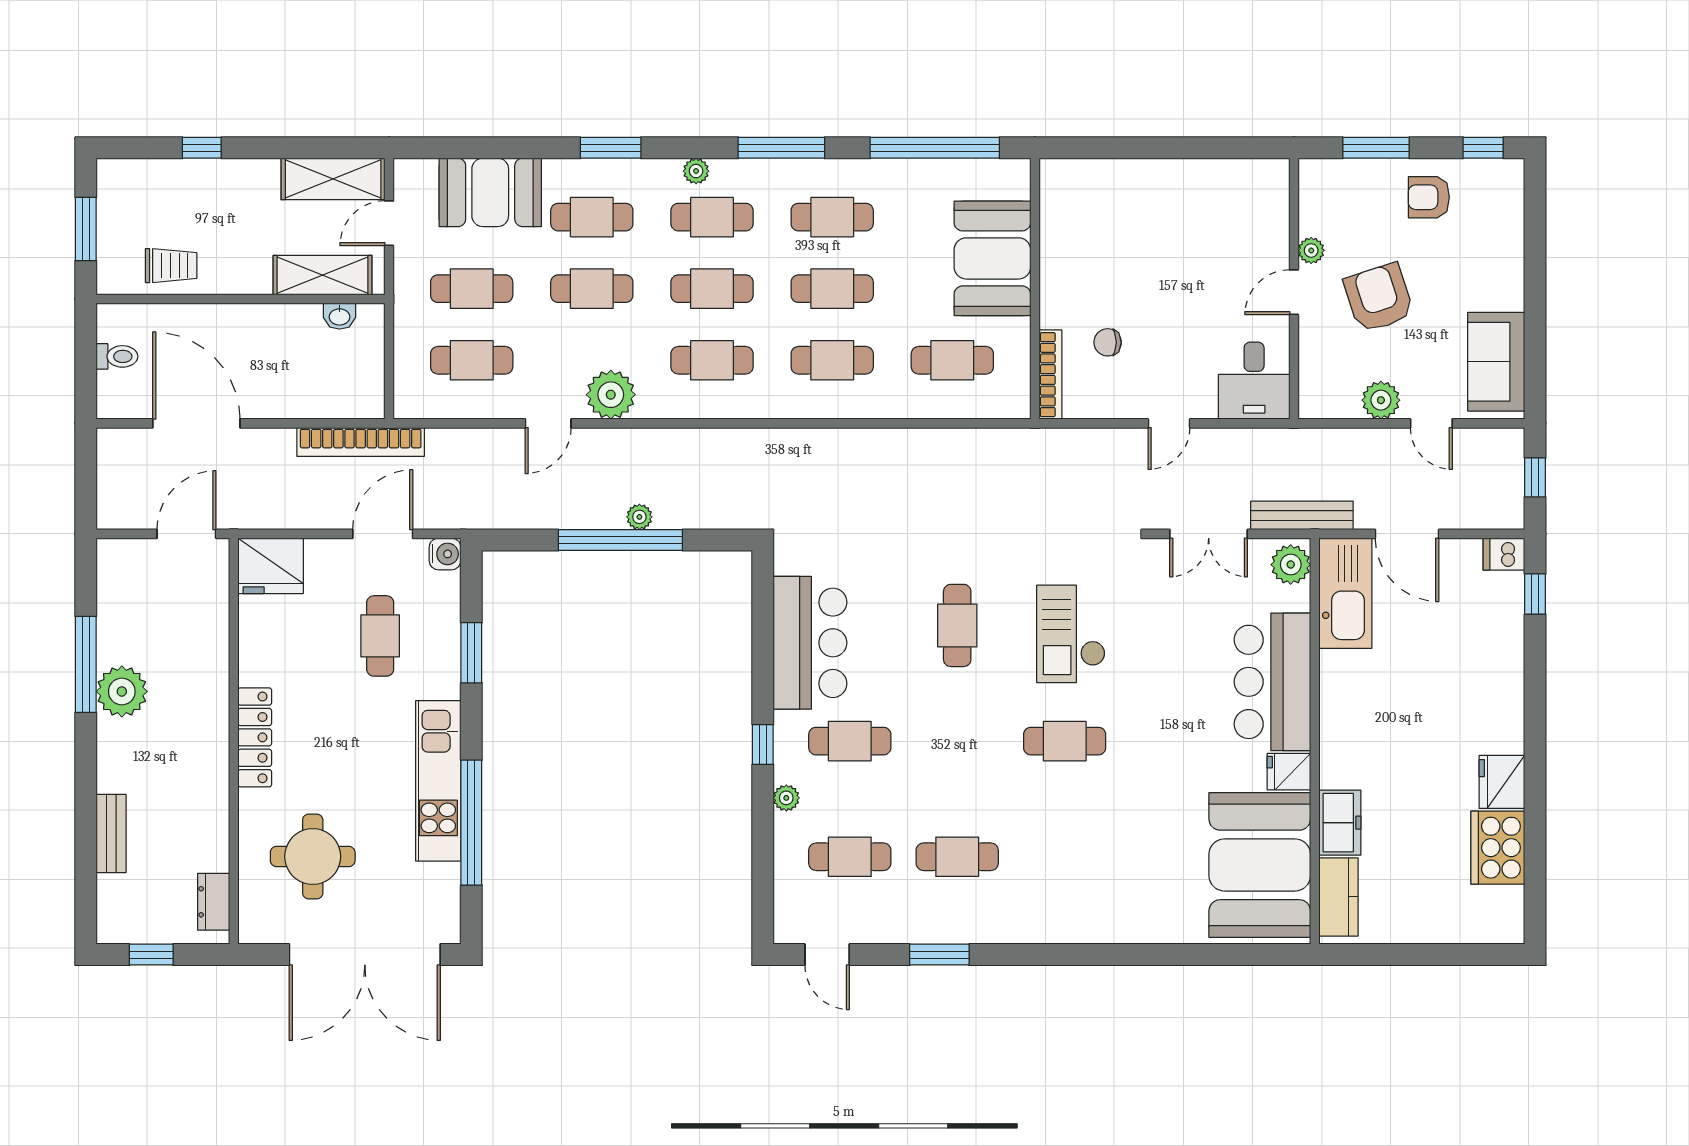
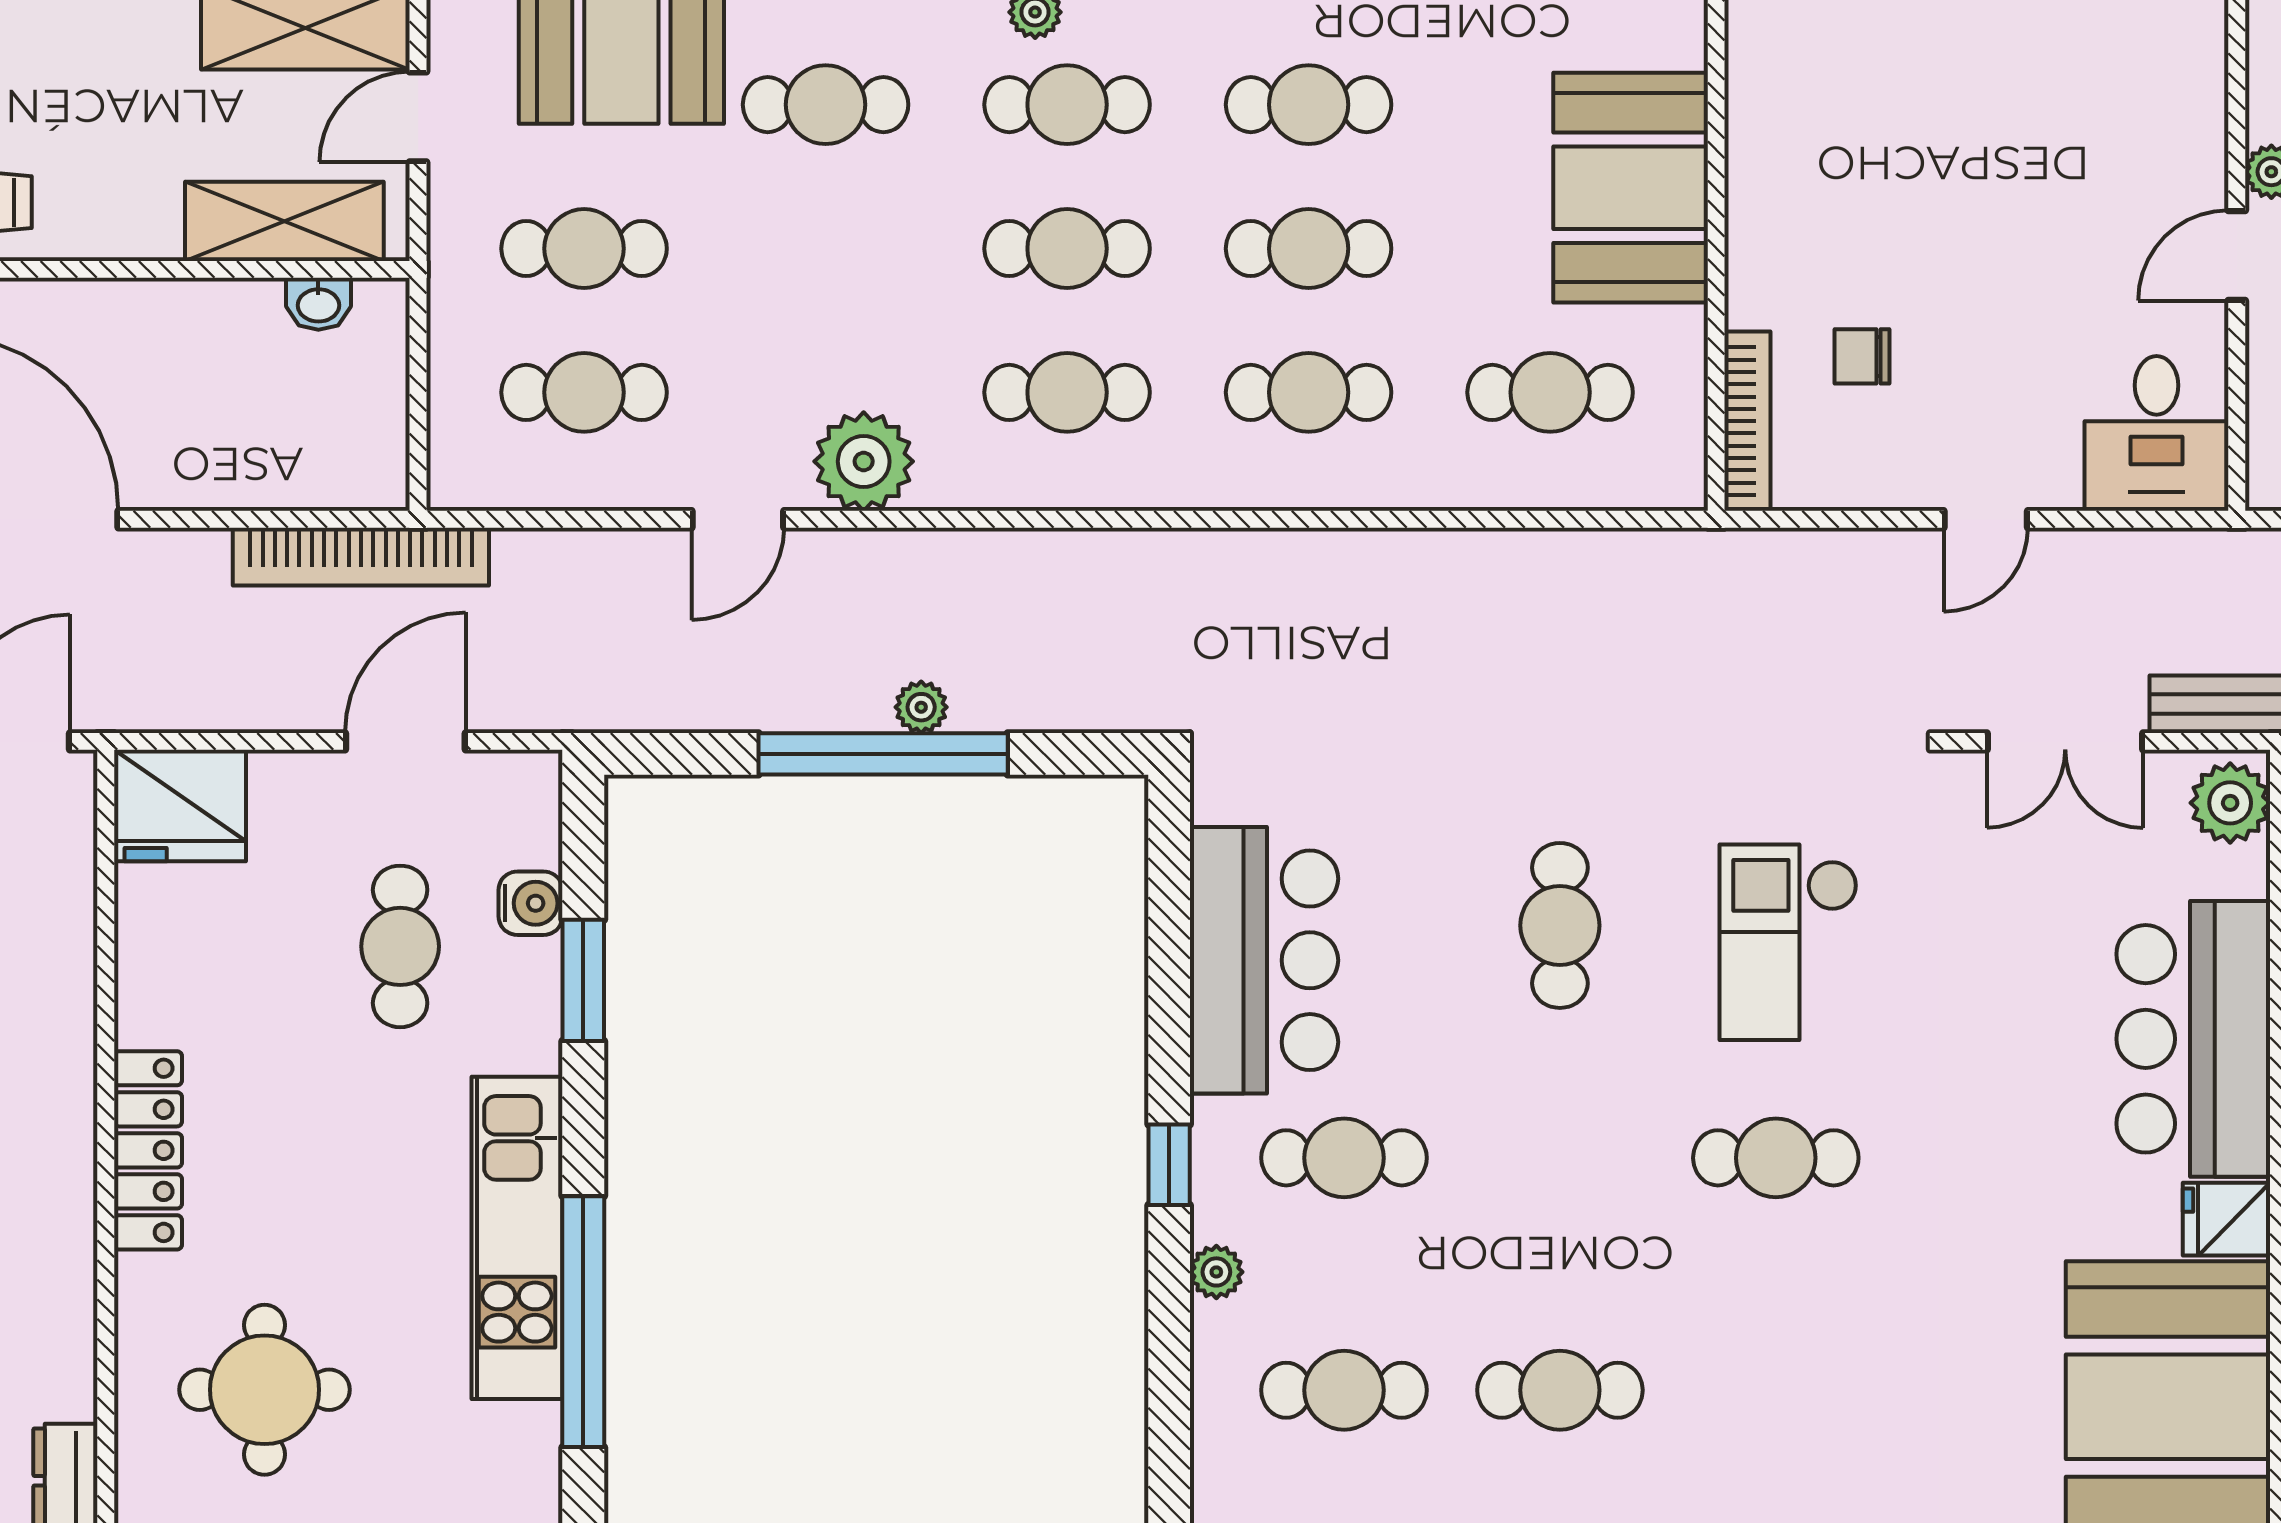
cafe table: (592, 289) -> (826, 249), removed
water cooler: (445, 554) -> (531, 903), moved

